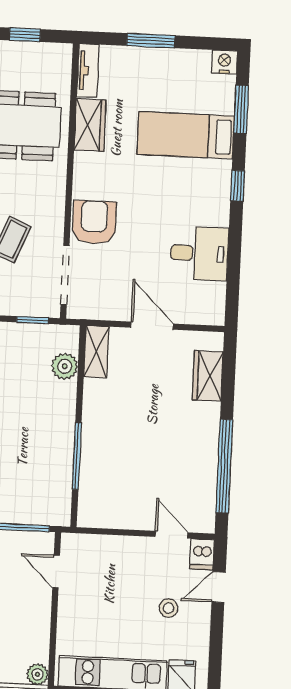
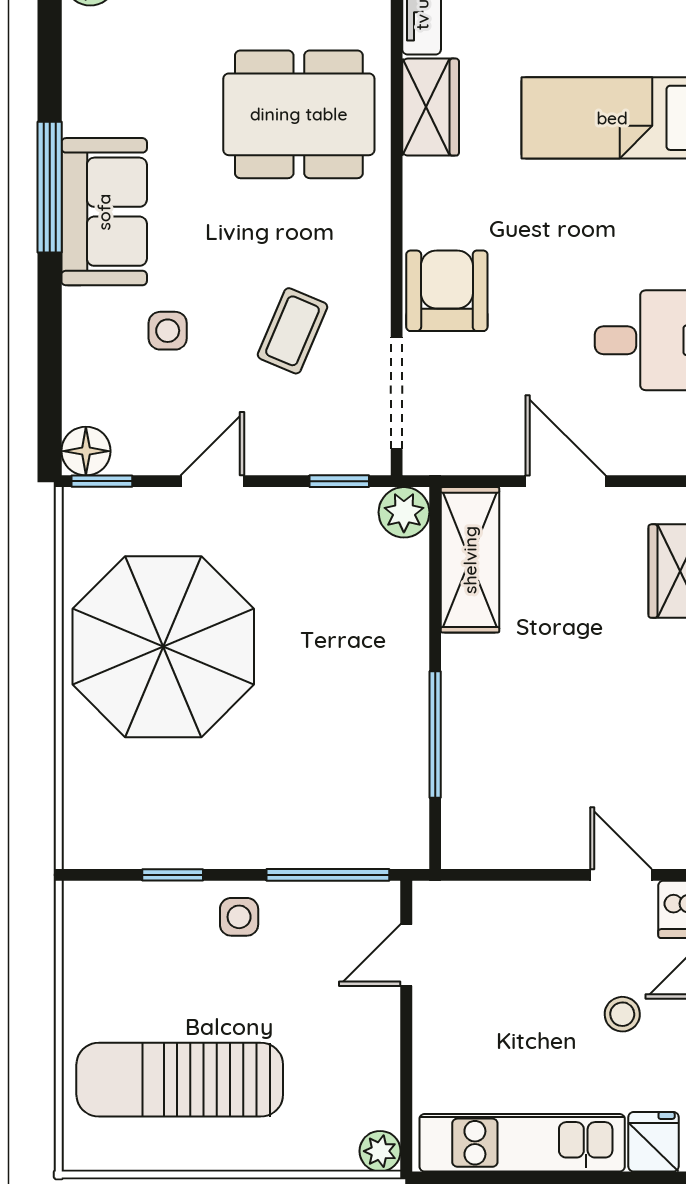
shelving: (96, 352) -> (470, 560), width x1.50, depth x1.33
plant: (65, 366) -> (404, 512), moved
door: (56, 572) -> (406, 955), hinge flipped

